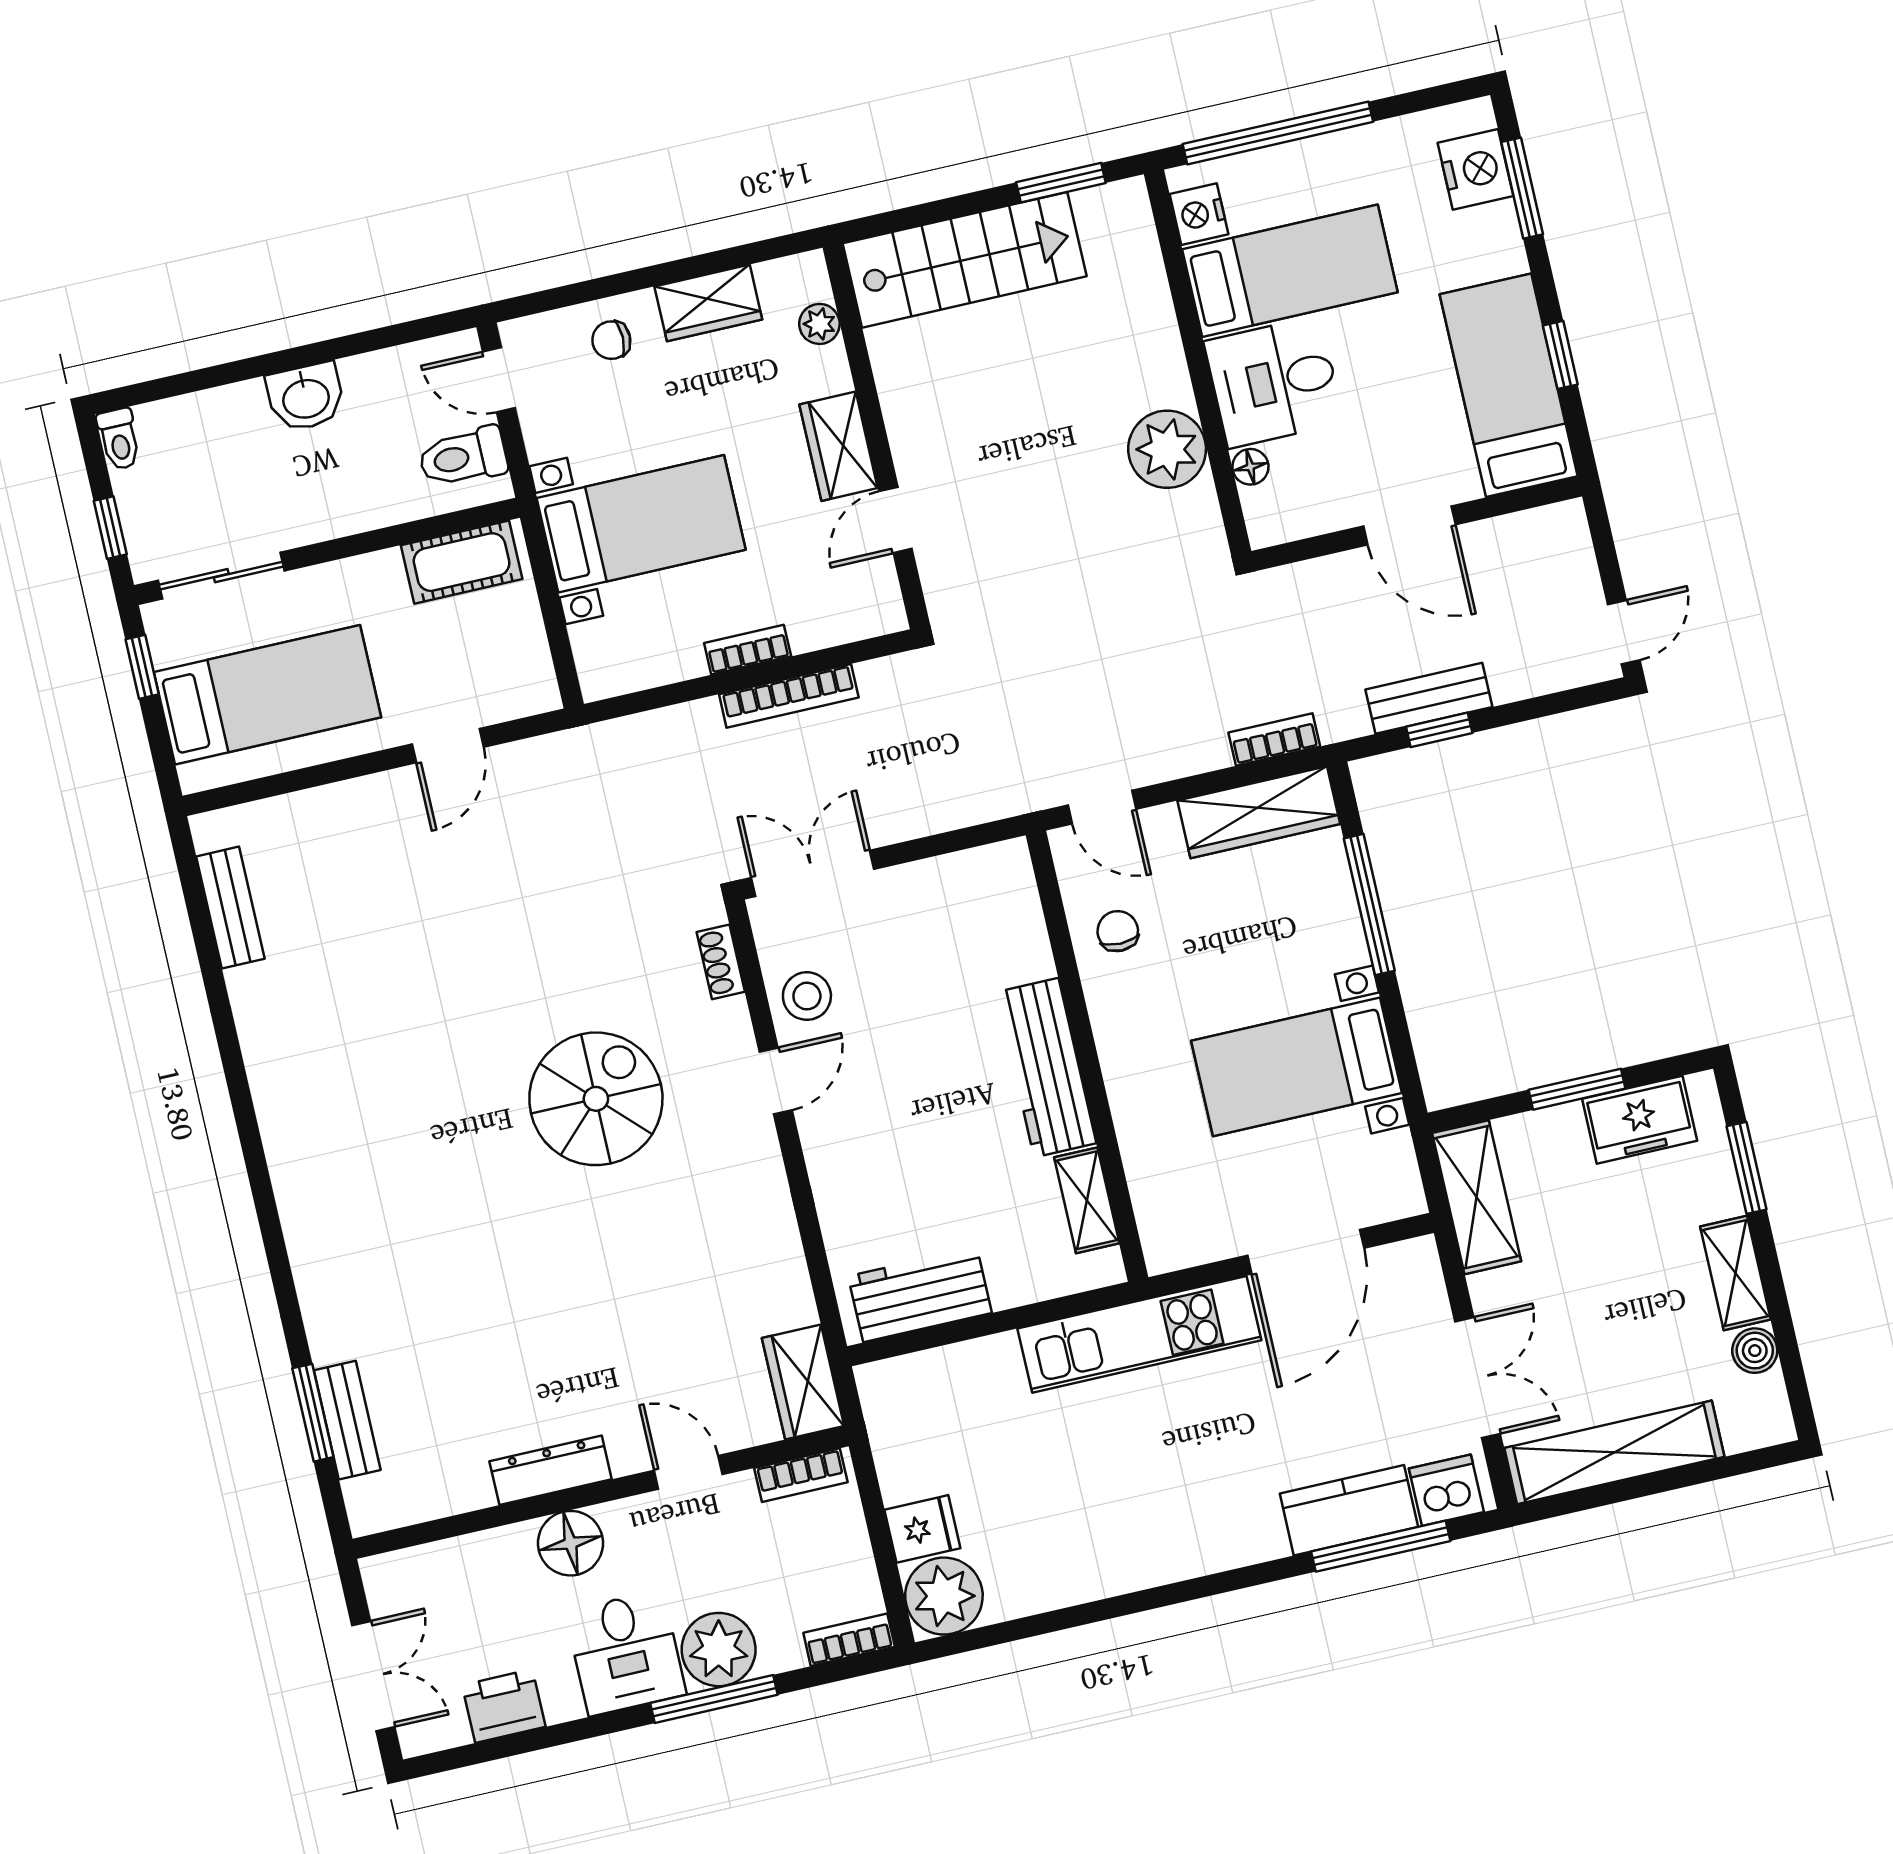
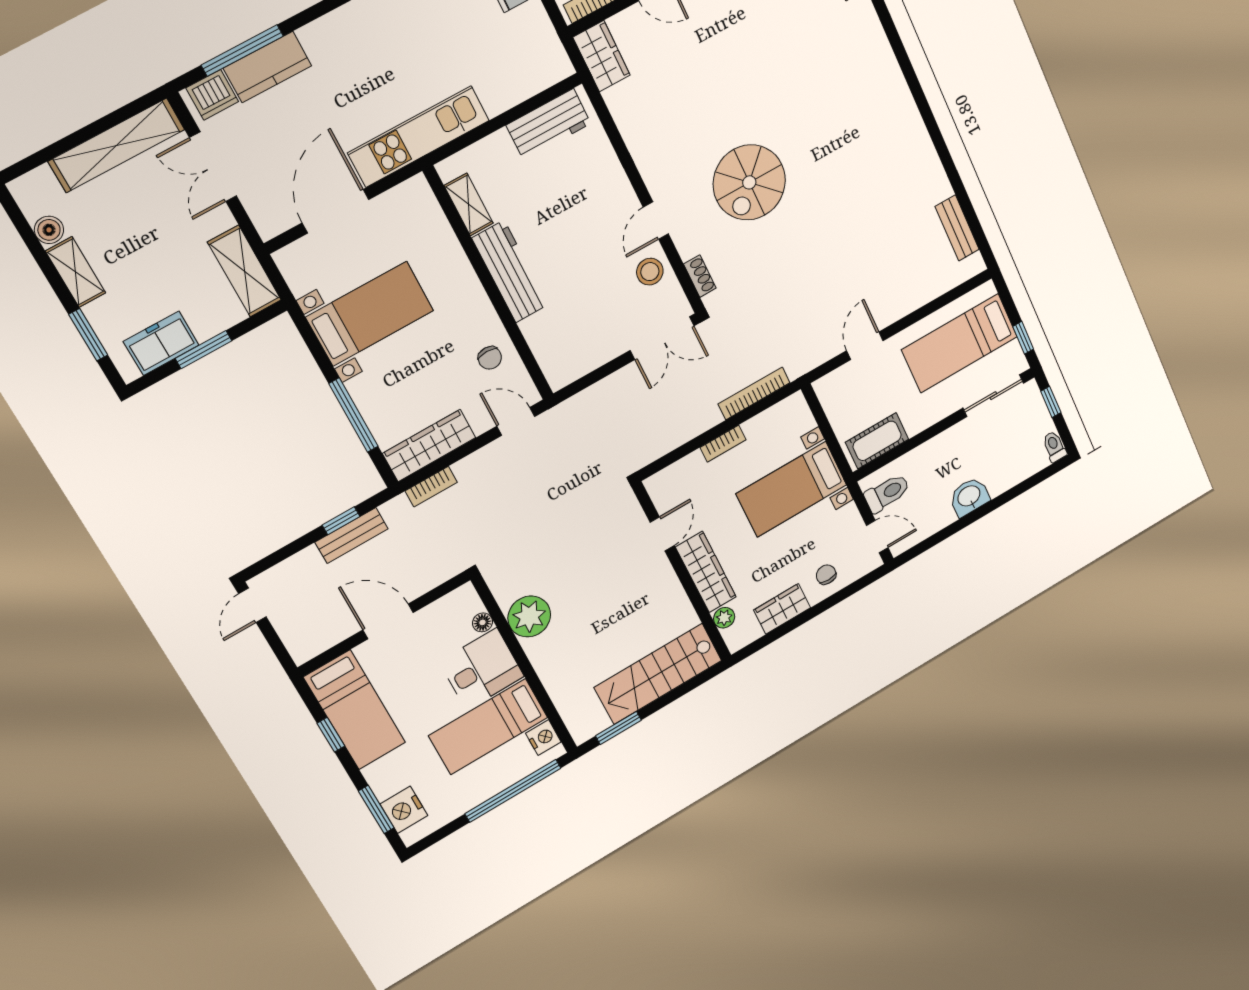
chair: (611, 340) -> (826, 575), turned -90
wardrobe: (839, 446) -> (706, 572), width x1.50
bookcase: (789, 696) -> (754, 393), moved

